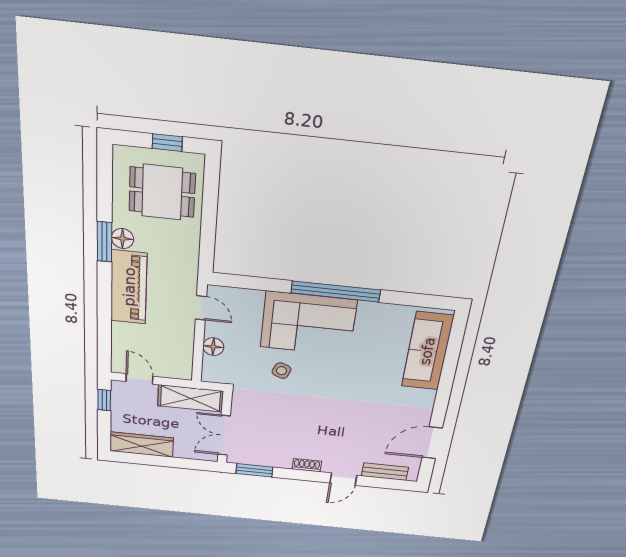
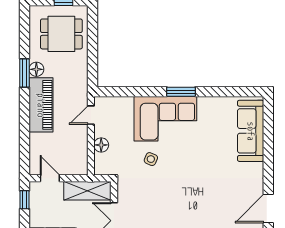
window: (336, 291) -> (181, 92), width x0.47
door: (201, 308) -> (91, 115), swing flipped

